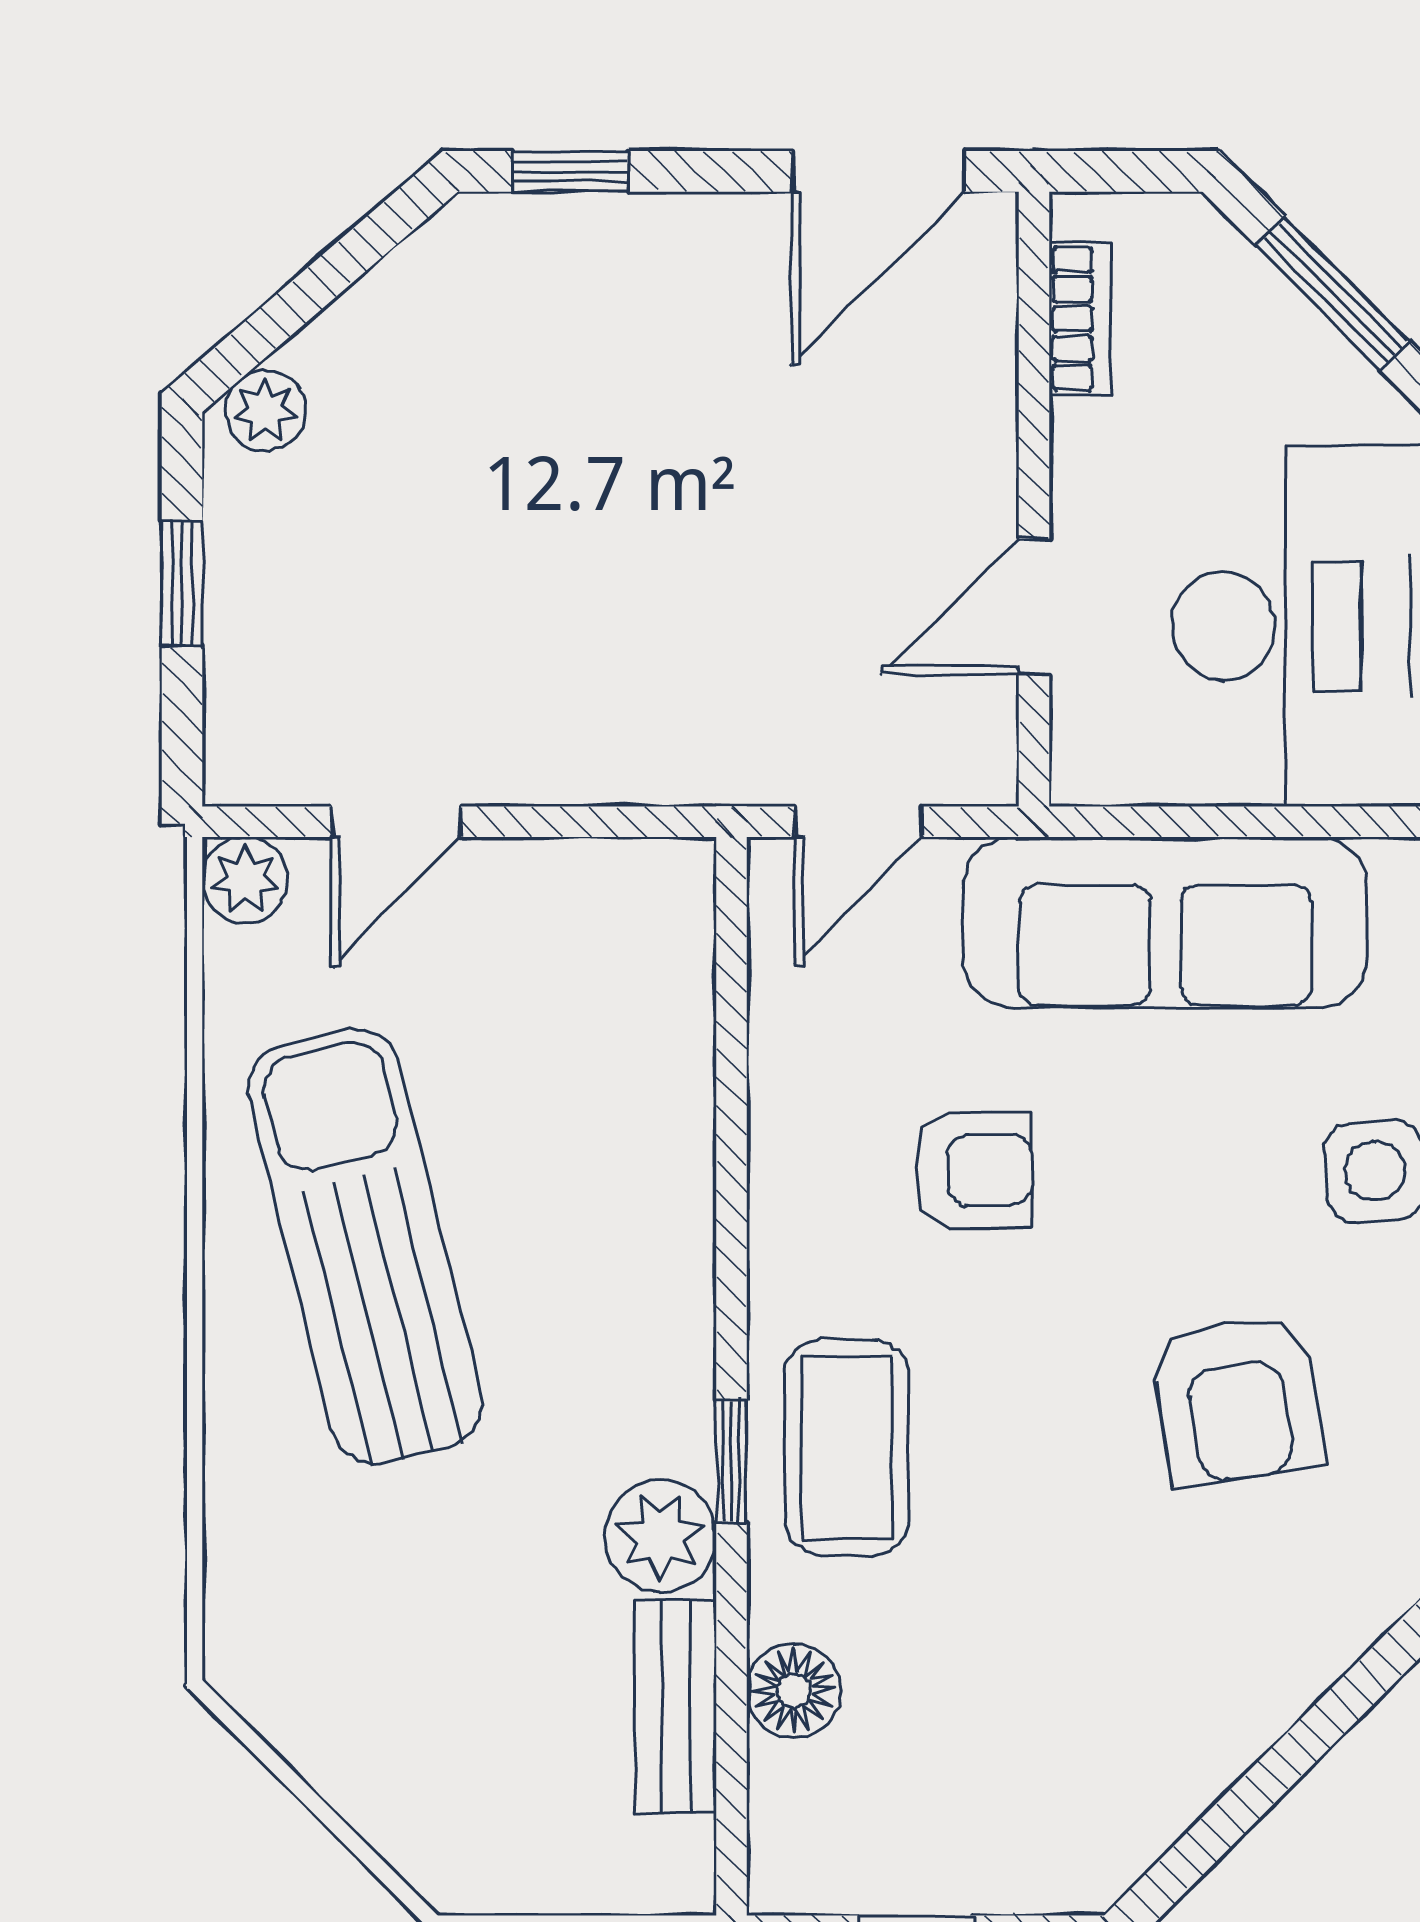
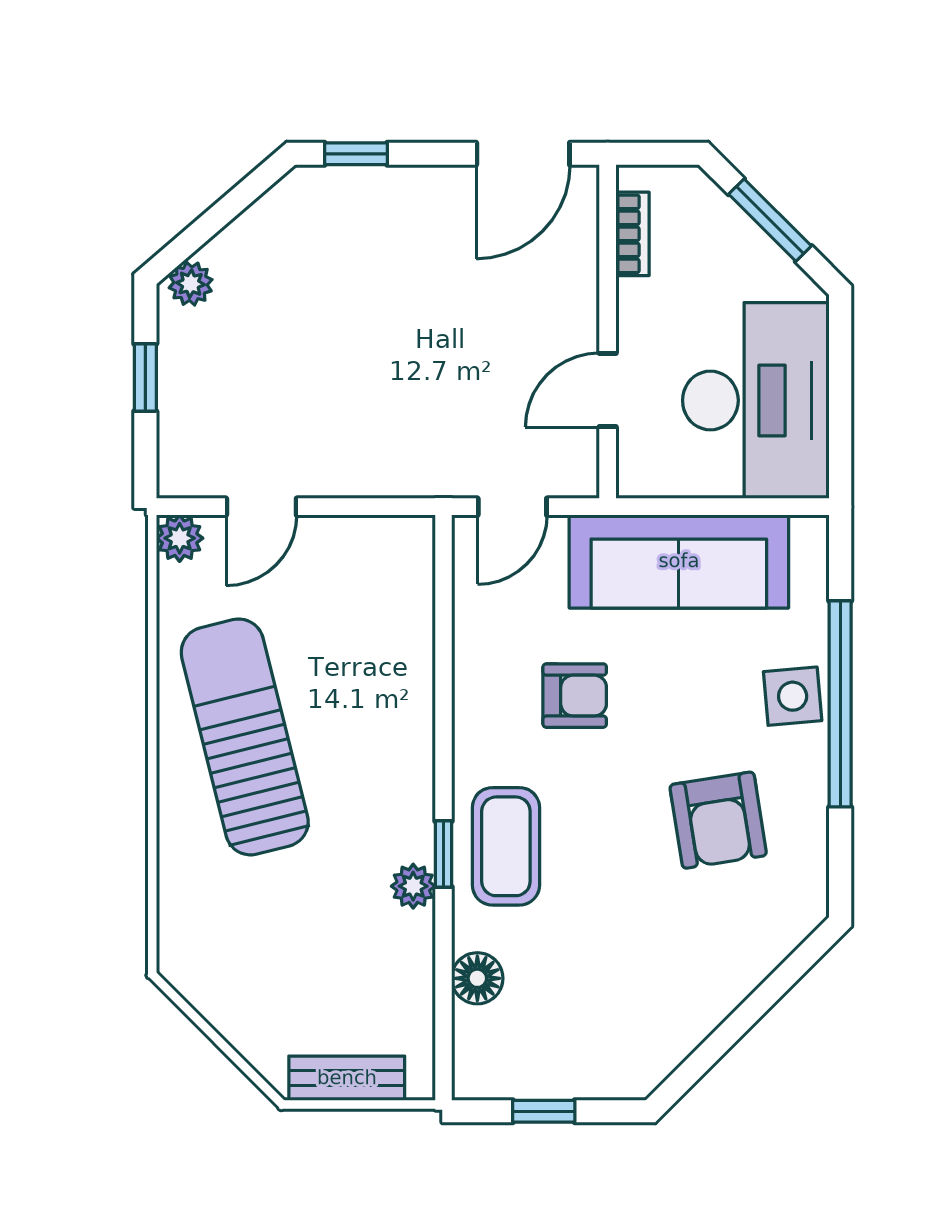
plant: (661, 1536) -> (413, 886), width x0.73, depth x0.73
bench: (676, 1707) -> (347, 1078), moved, turned 90

